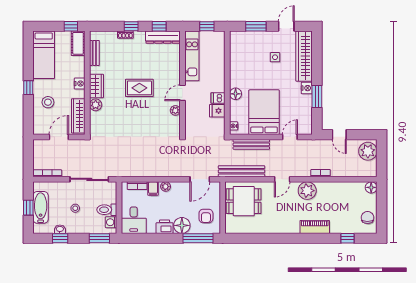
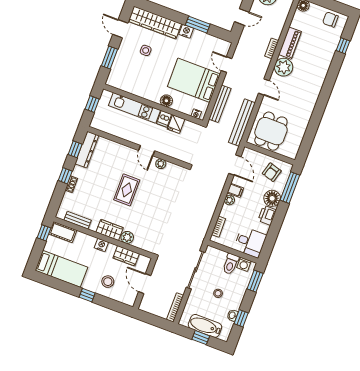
kitchen unit: (192, 56) -> (134, 108), moved, turned 180
wardrobe: (78, 116) -> (126, 256), width x0.67
filing cabinet: (153, 189) -> (235, 190), moved
armchair: (206, 216) -> (272, 172), turned 106
piano: (315, 227) -> (290, 43), moved, turned 180

